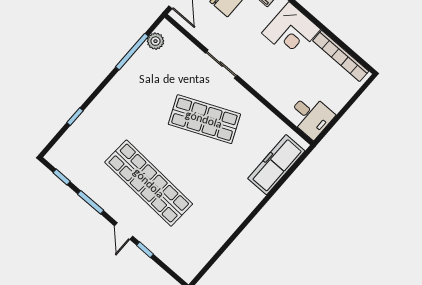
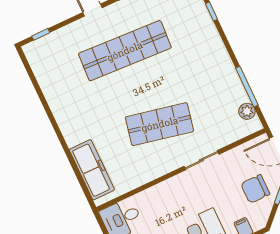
shop shelf: (204, 119) -> (160, 124), turned 36
window: (145, 250) -> (41, 34), moved

